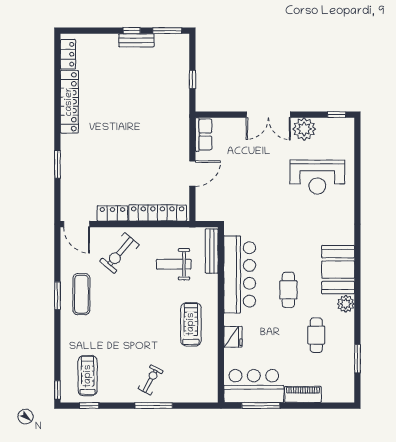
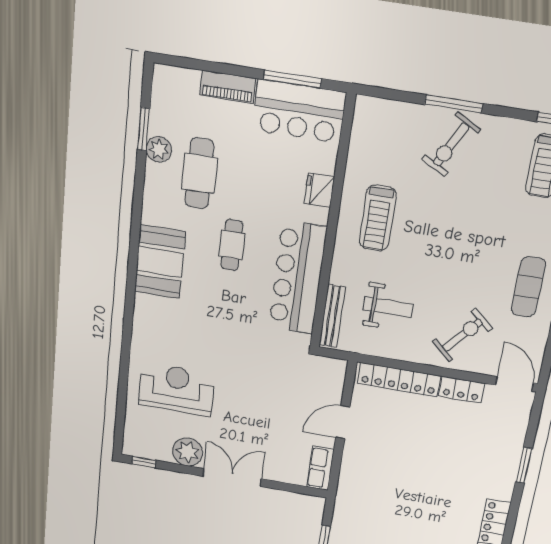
plant: (346, 304) -> (159, 149), moved
cafe table: (316, 335) -> (199, 173), width x1.37, depth x1.35
exercise bike: (151, 380) -> (451, 144), width x1.38, depth x1.39

